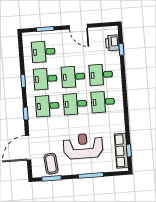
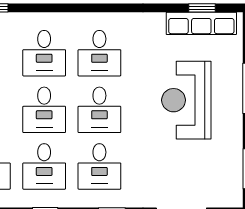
coffee table: (51, 164) -> (217, 168), removed

